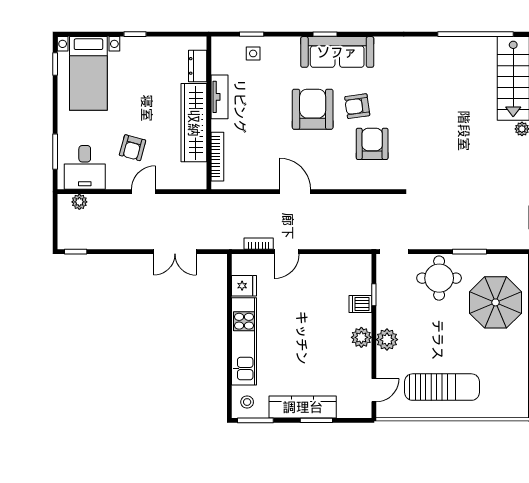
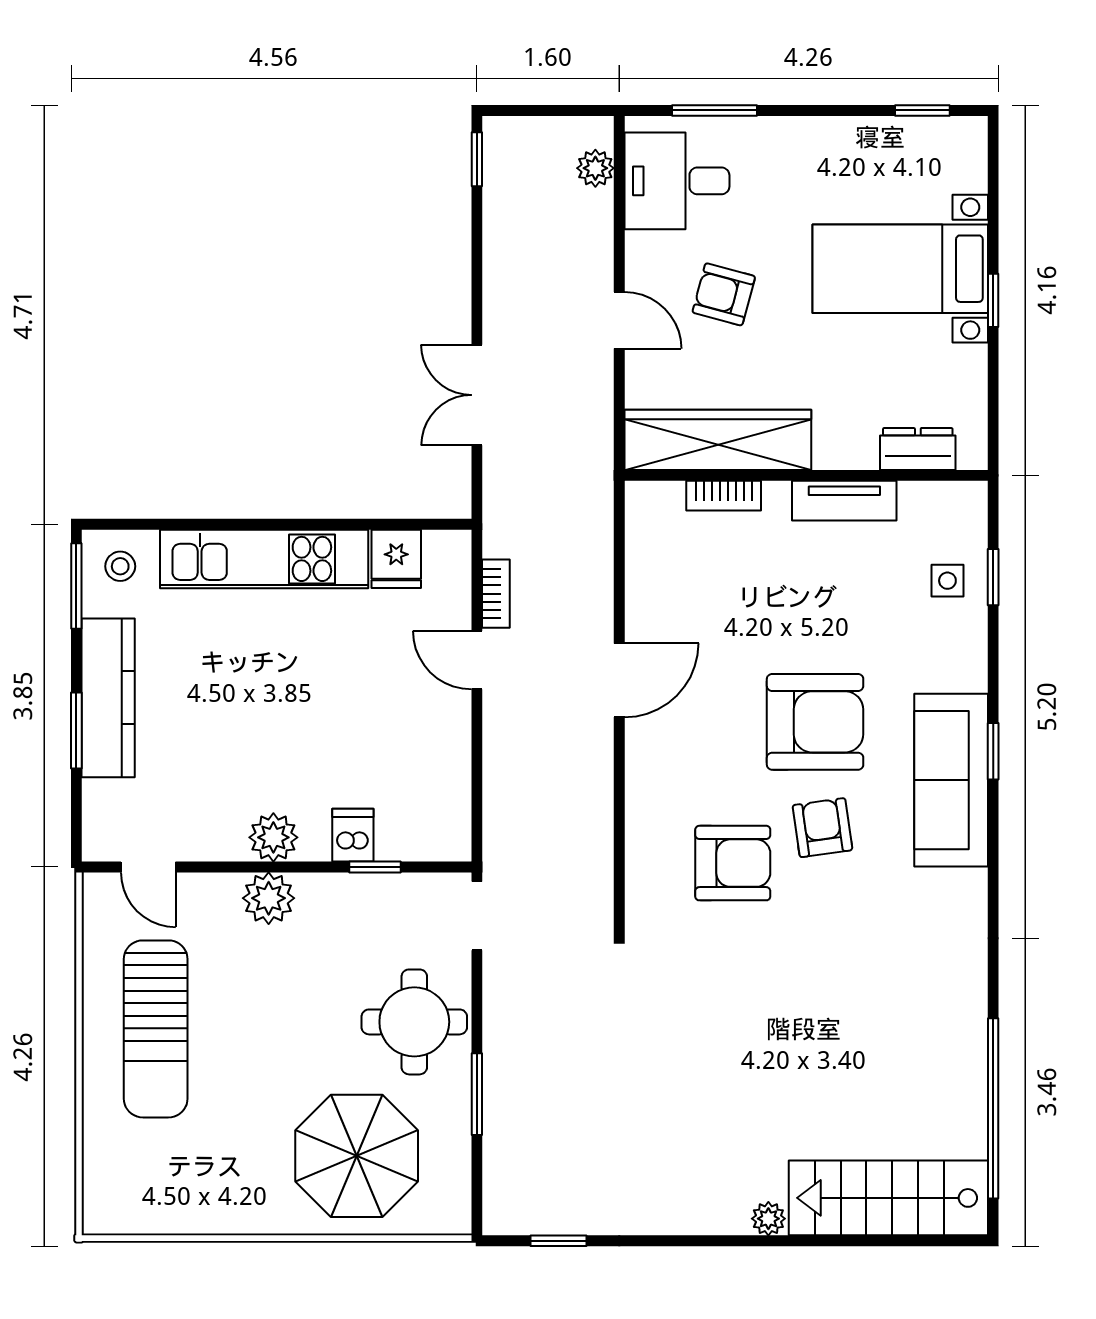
bed with nightstands: (88, 73) -> (900, 269), moved
wardrobe: (194, 123) -> (718, 440), moved
bookcase: (217, 157) -> (724, 496), width x0.64

